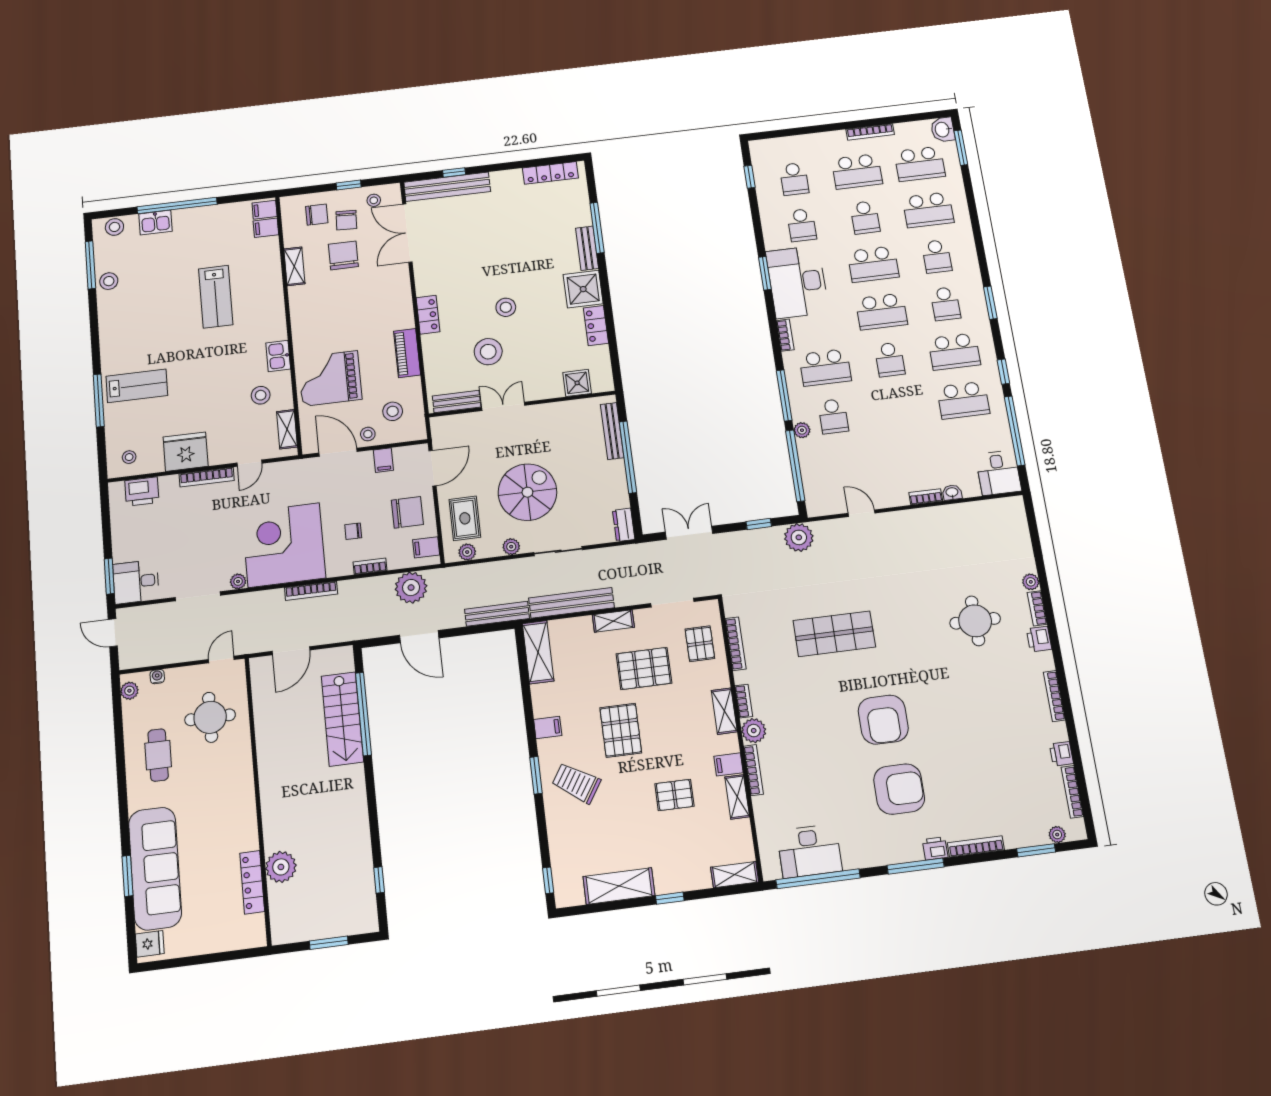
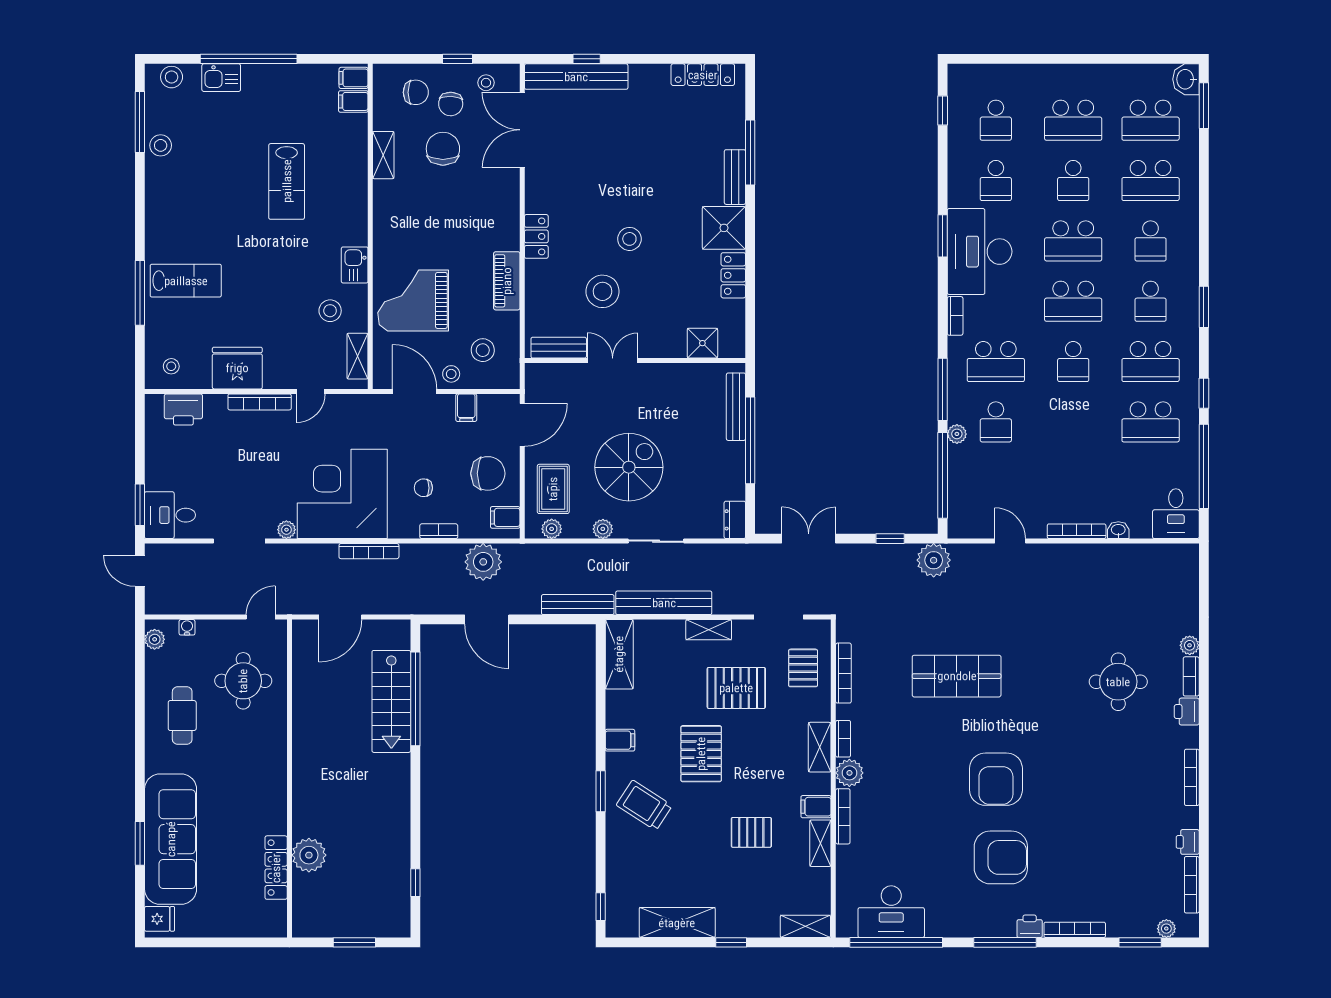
bookcase: (870, 132) -> (1097, 71), removed
bookcase: (926, 497) -> (1077, 531), width x1.56

